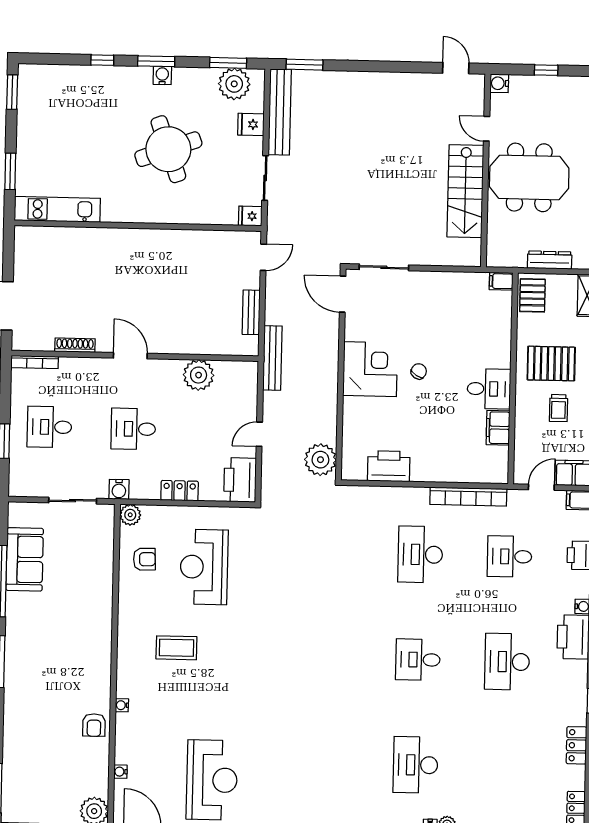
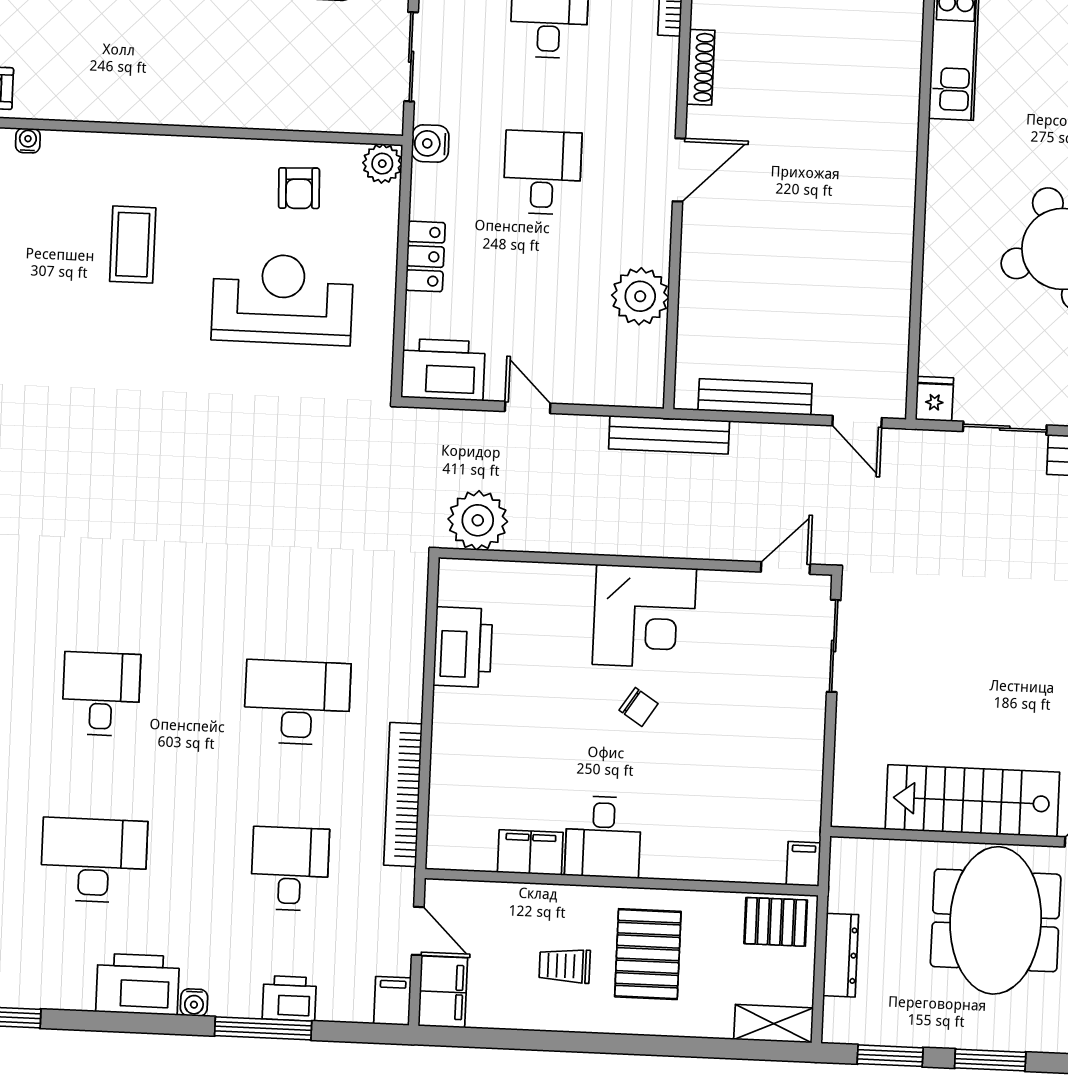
door: (343, 294) -> (785, 568), width x0.73
bench: (251, 312) -> (755, 397), width x1.36

